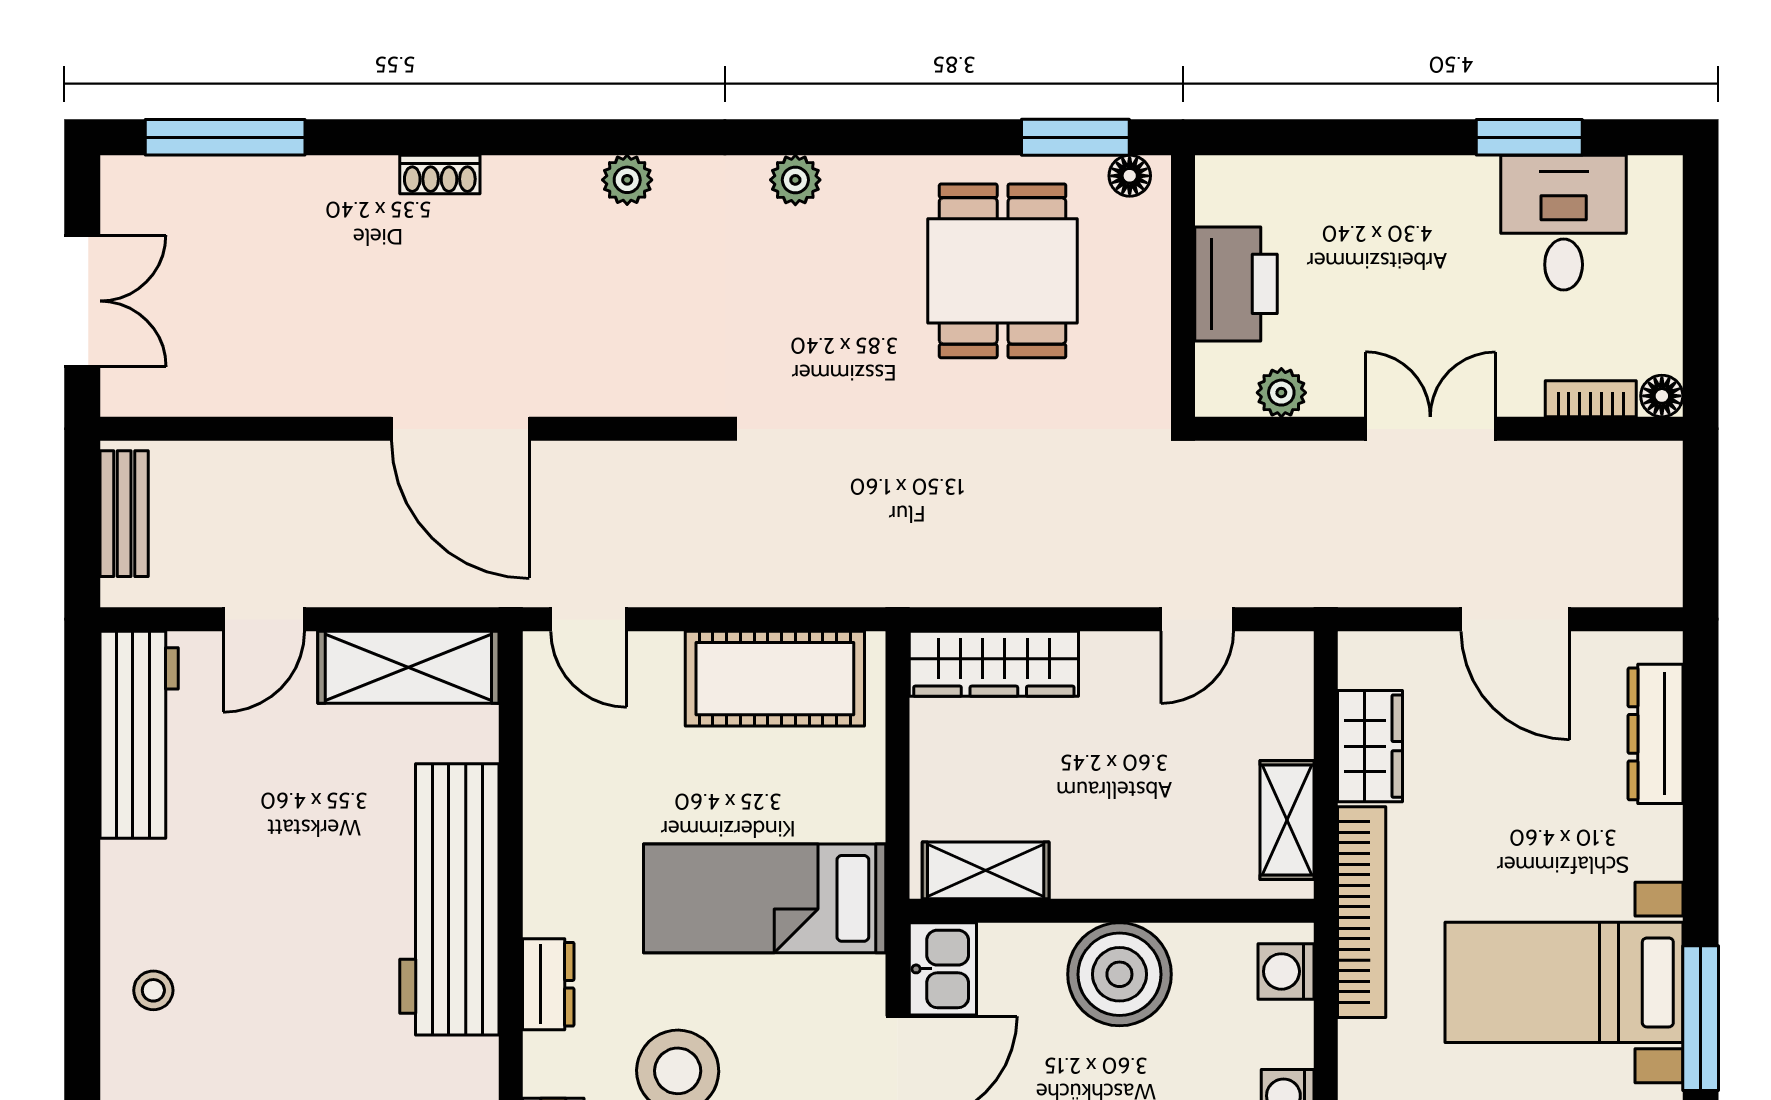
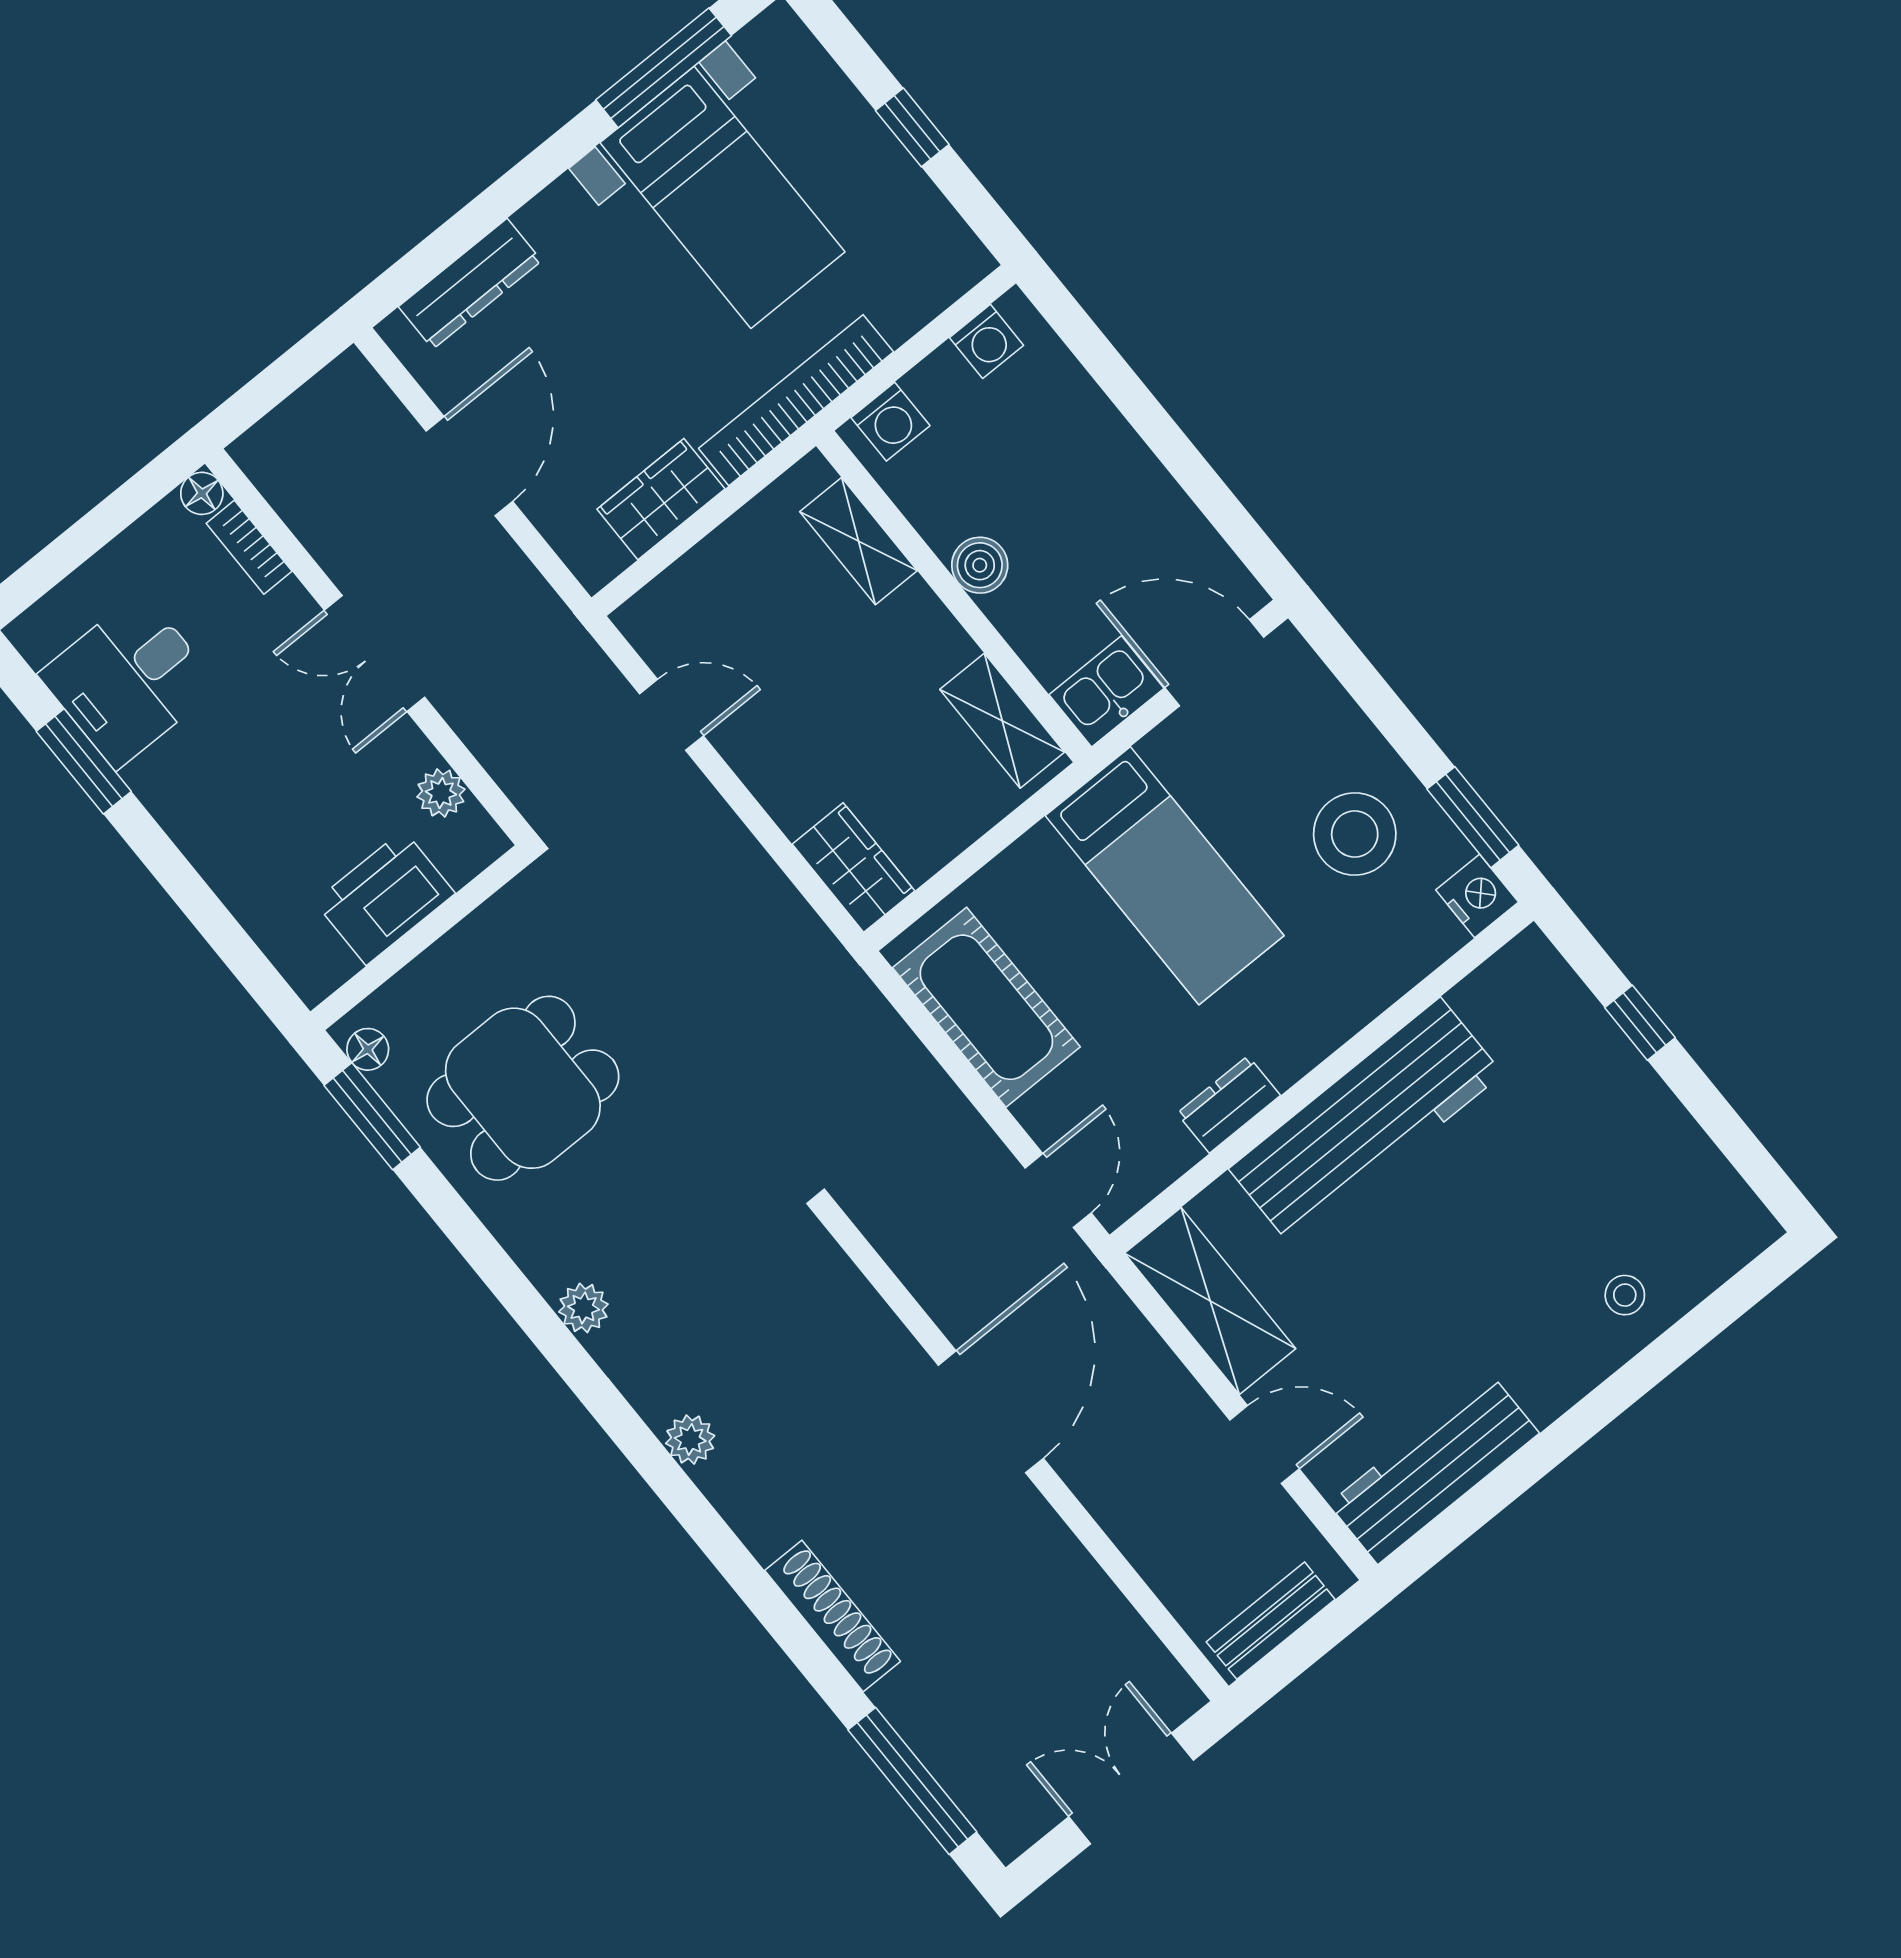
shoe rack: (440, 174) -> (833, 1616), width x1.94, depth x1.24
wardrobe: (994, 664) -> (853, 867), width x0.67
shelving: (1287, 820) -> (858, 541), moved, turned 90
boiler: (1119, 974) -> (980, 565), width x0.54, depth x0.54
dresser: (548, 984) -> (1229, 1104), moved

